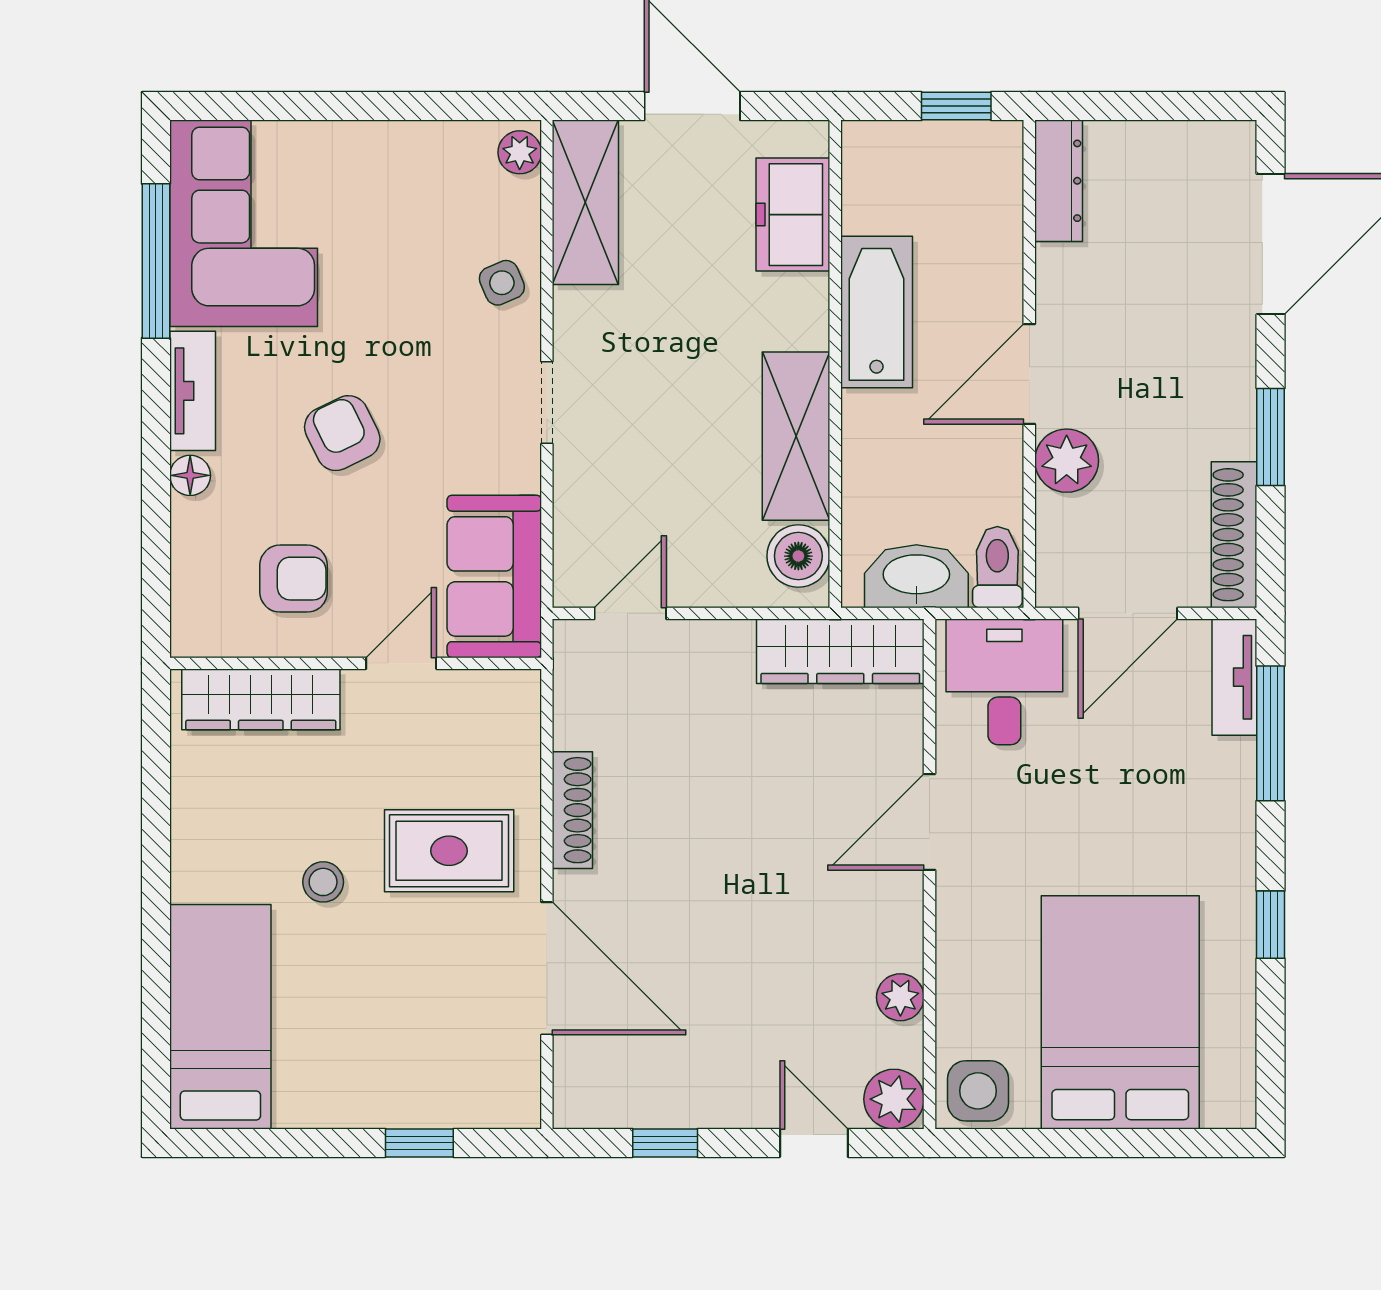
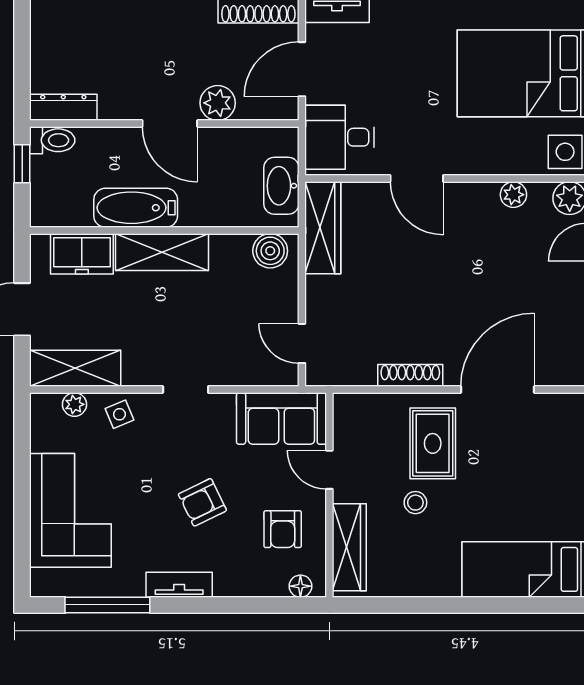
plant: (520, 152) -> (75, 404), moved
corner sofa: (244, 223) -> (70, 510), moved, turned 90
shelving: (796, 436) -> (162, 252), moved
floor lamp: (190, 475) -> (300, 586), moved
toilet: (997, 567) -> (52, 140), moved, turned 180
armchair: (294, 579) -> (283, 529), turned 180
door: (1128, 613) -> (302, 69), swing flipped
stool: (323, 882) -> (415, 503), moved

